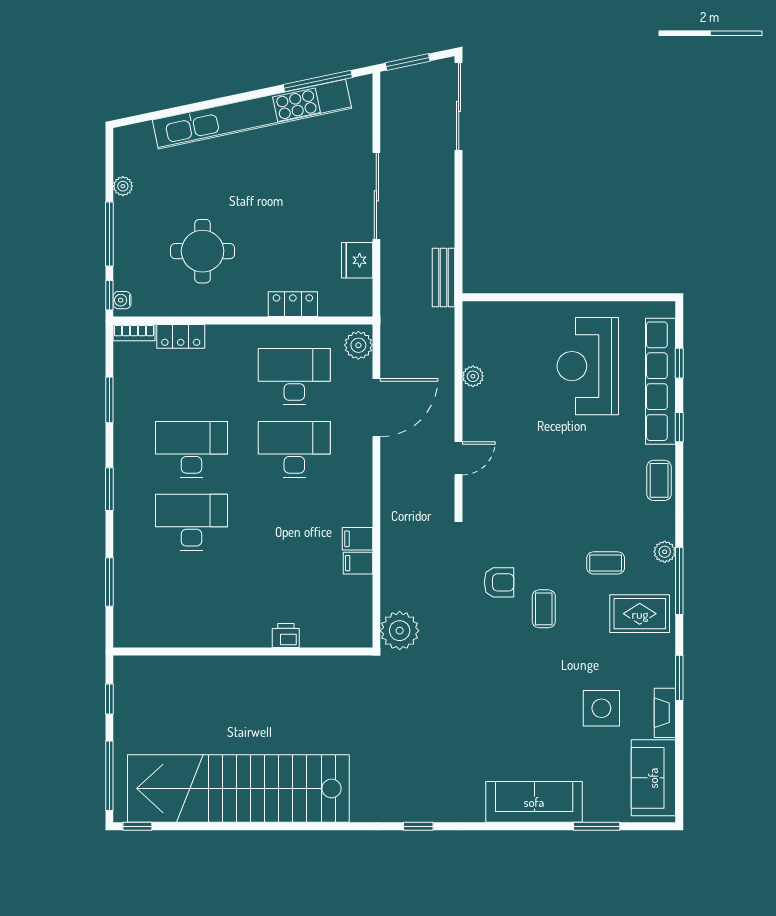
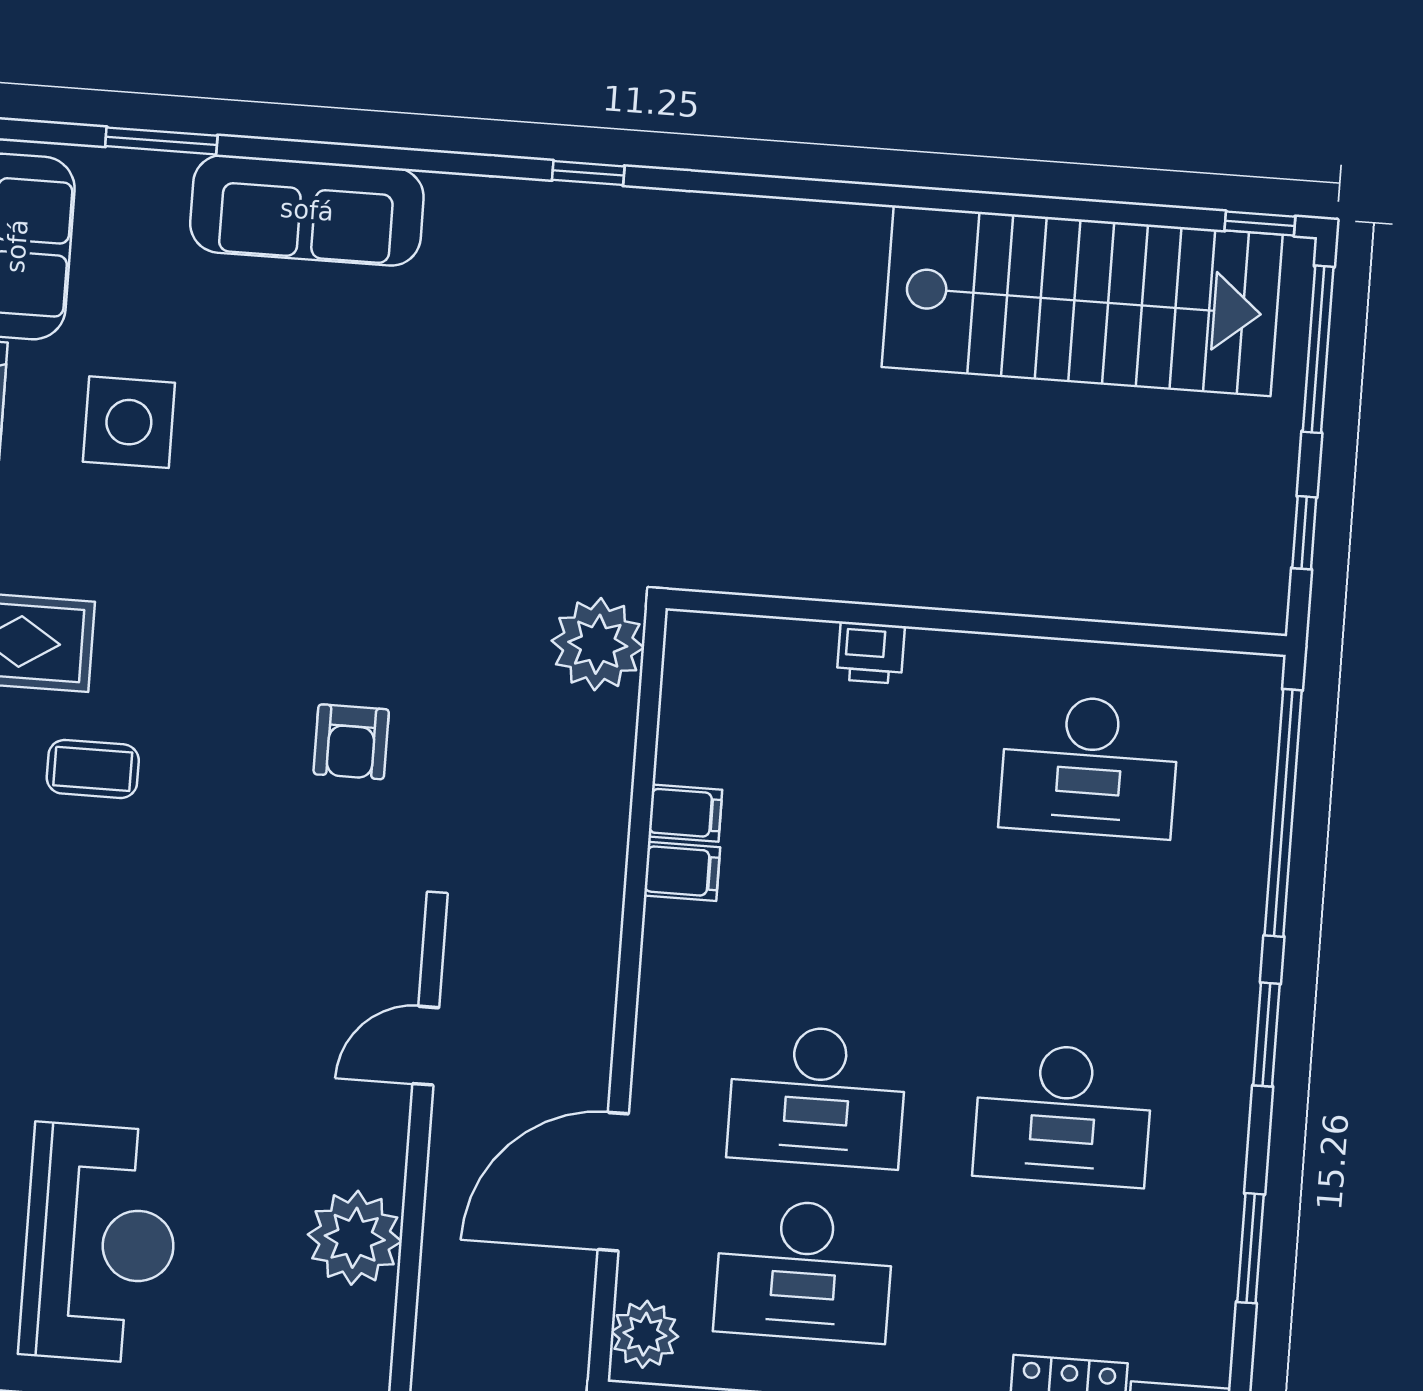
plant: (473, 376) -> (355, 1238), width x1.88, depth x1.88
desk: (191, 522) -> (1089, 766), moved
window: (109, 582) -> (1283, 813), width x2.11
armchair: (499, 582) -> (351, 742), turned -90
coffee table: (544, 609) -> (249, 670), removed
stairs: (238, 788) -> (1082, 301), width x0.73

